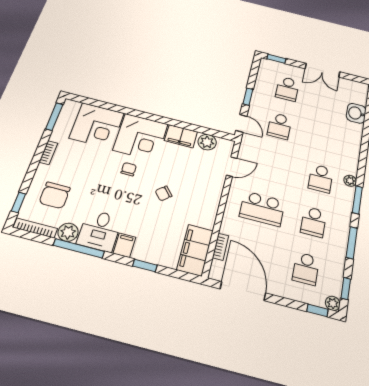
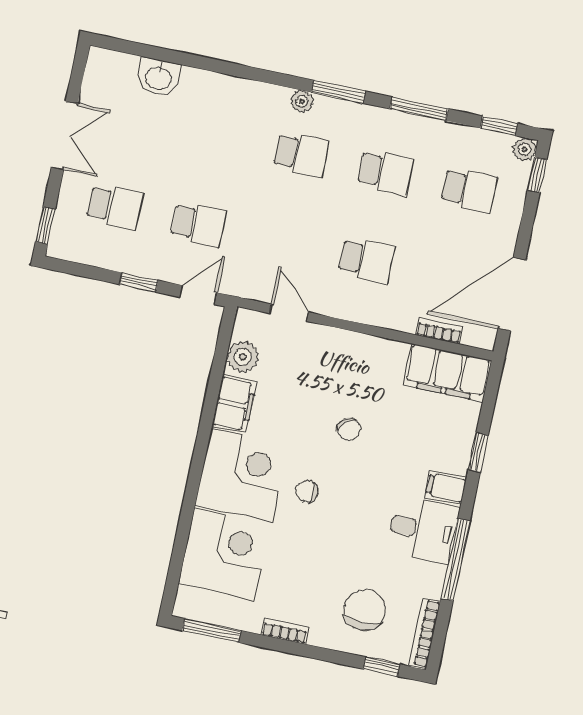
chair: (55, 195) -> (365, 610), turned -90
school desk: (262, 209) -> (366, 260), width x0.54
plant: (68, 232) -> (429, 580), removed

